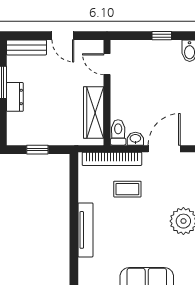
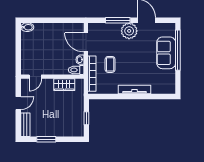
window: (162, 36) -> (18, 44), removed
dresser: (15, 97) -> (55, 132), removed
wardrobe: (94, 113) -> (64, 85), width x0.67

